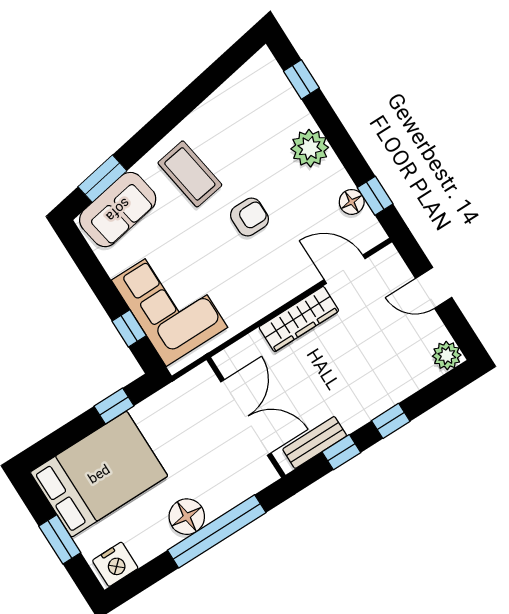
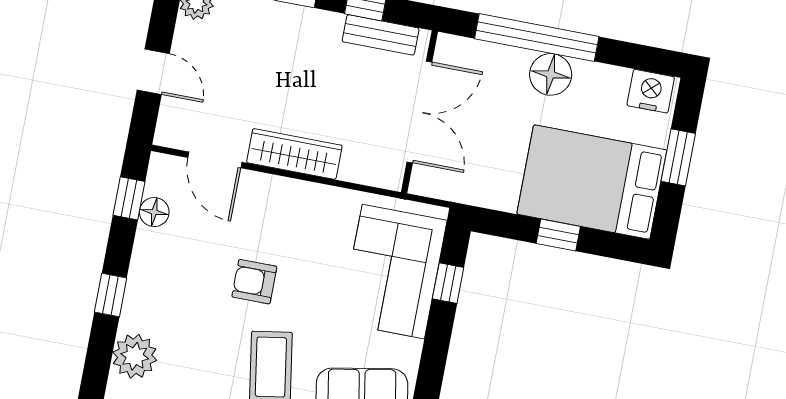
window: (301, 80) -> (111, 295), moved
plant: (310, 148) -> (135, 356), moved
window: (114, 406) -> (558, 235), moved
double door: (246, 417) -> (419, 112), swing flipped

